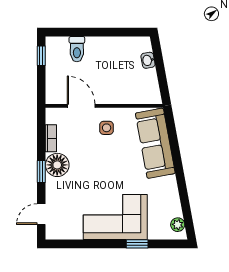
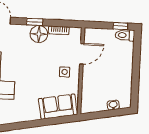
toilet: (77, 49) -> (125, 35), moved
sofa: (155, 143) -> (58, 107), width x0.73

